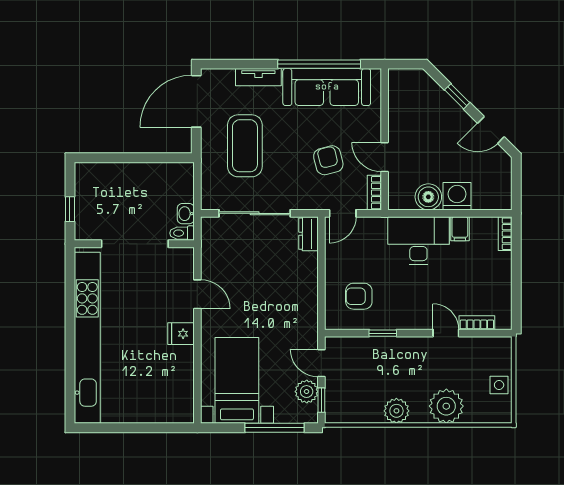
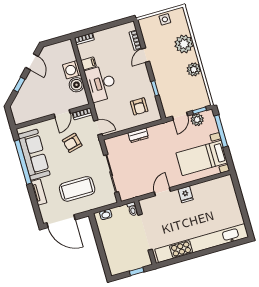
washbasin: (186, 214) -> (106, 214), moved
dresser: (309, 234) -> (138, 135), moved

